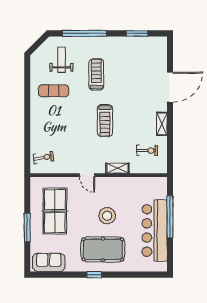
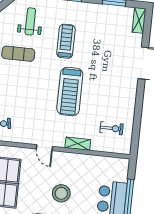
treadmill: (105, 121) -> (70, 92), width x1.37, depth x1.38
shelving: (162, 124) -> (139, 20), moved

